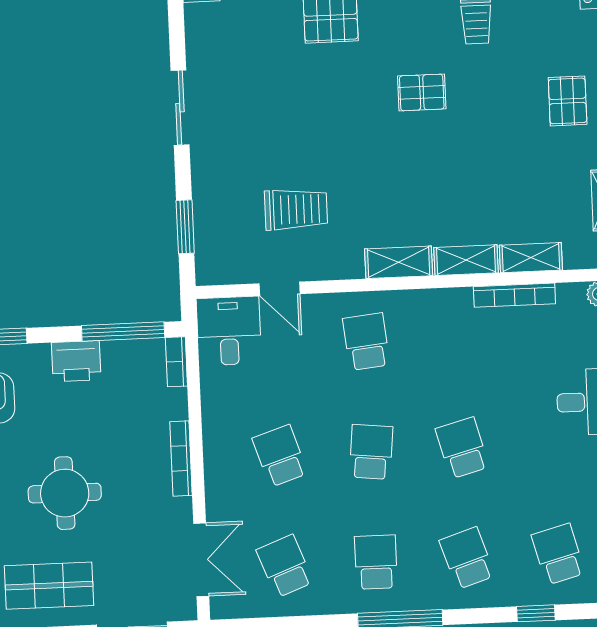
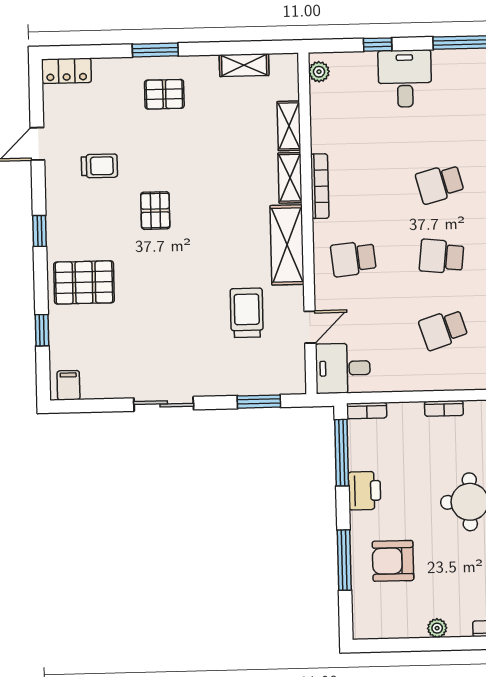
shelving: (399, 262) -> (287, 245), width x1.50, depth x1.33
bookcase: (514, 295) -> (320, 186), moved
bookcase: (181, 458) -> (444, 408), width x0.64

